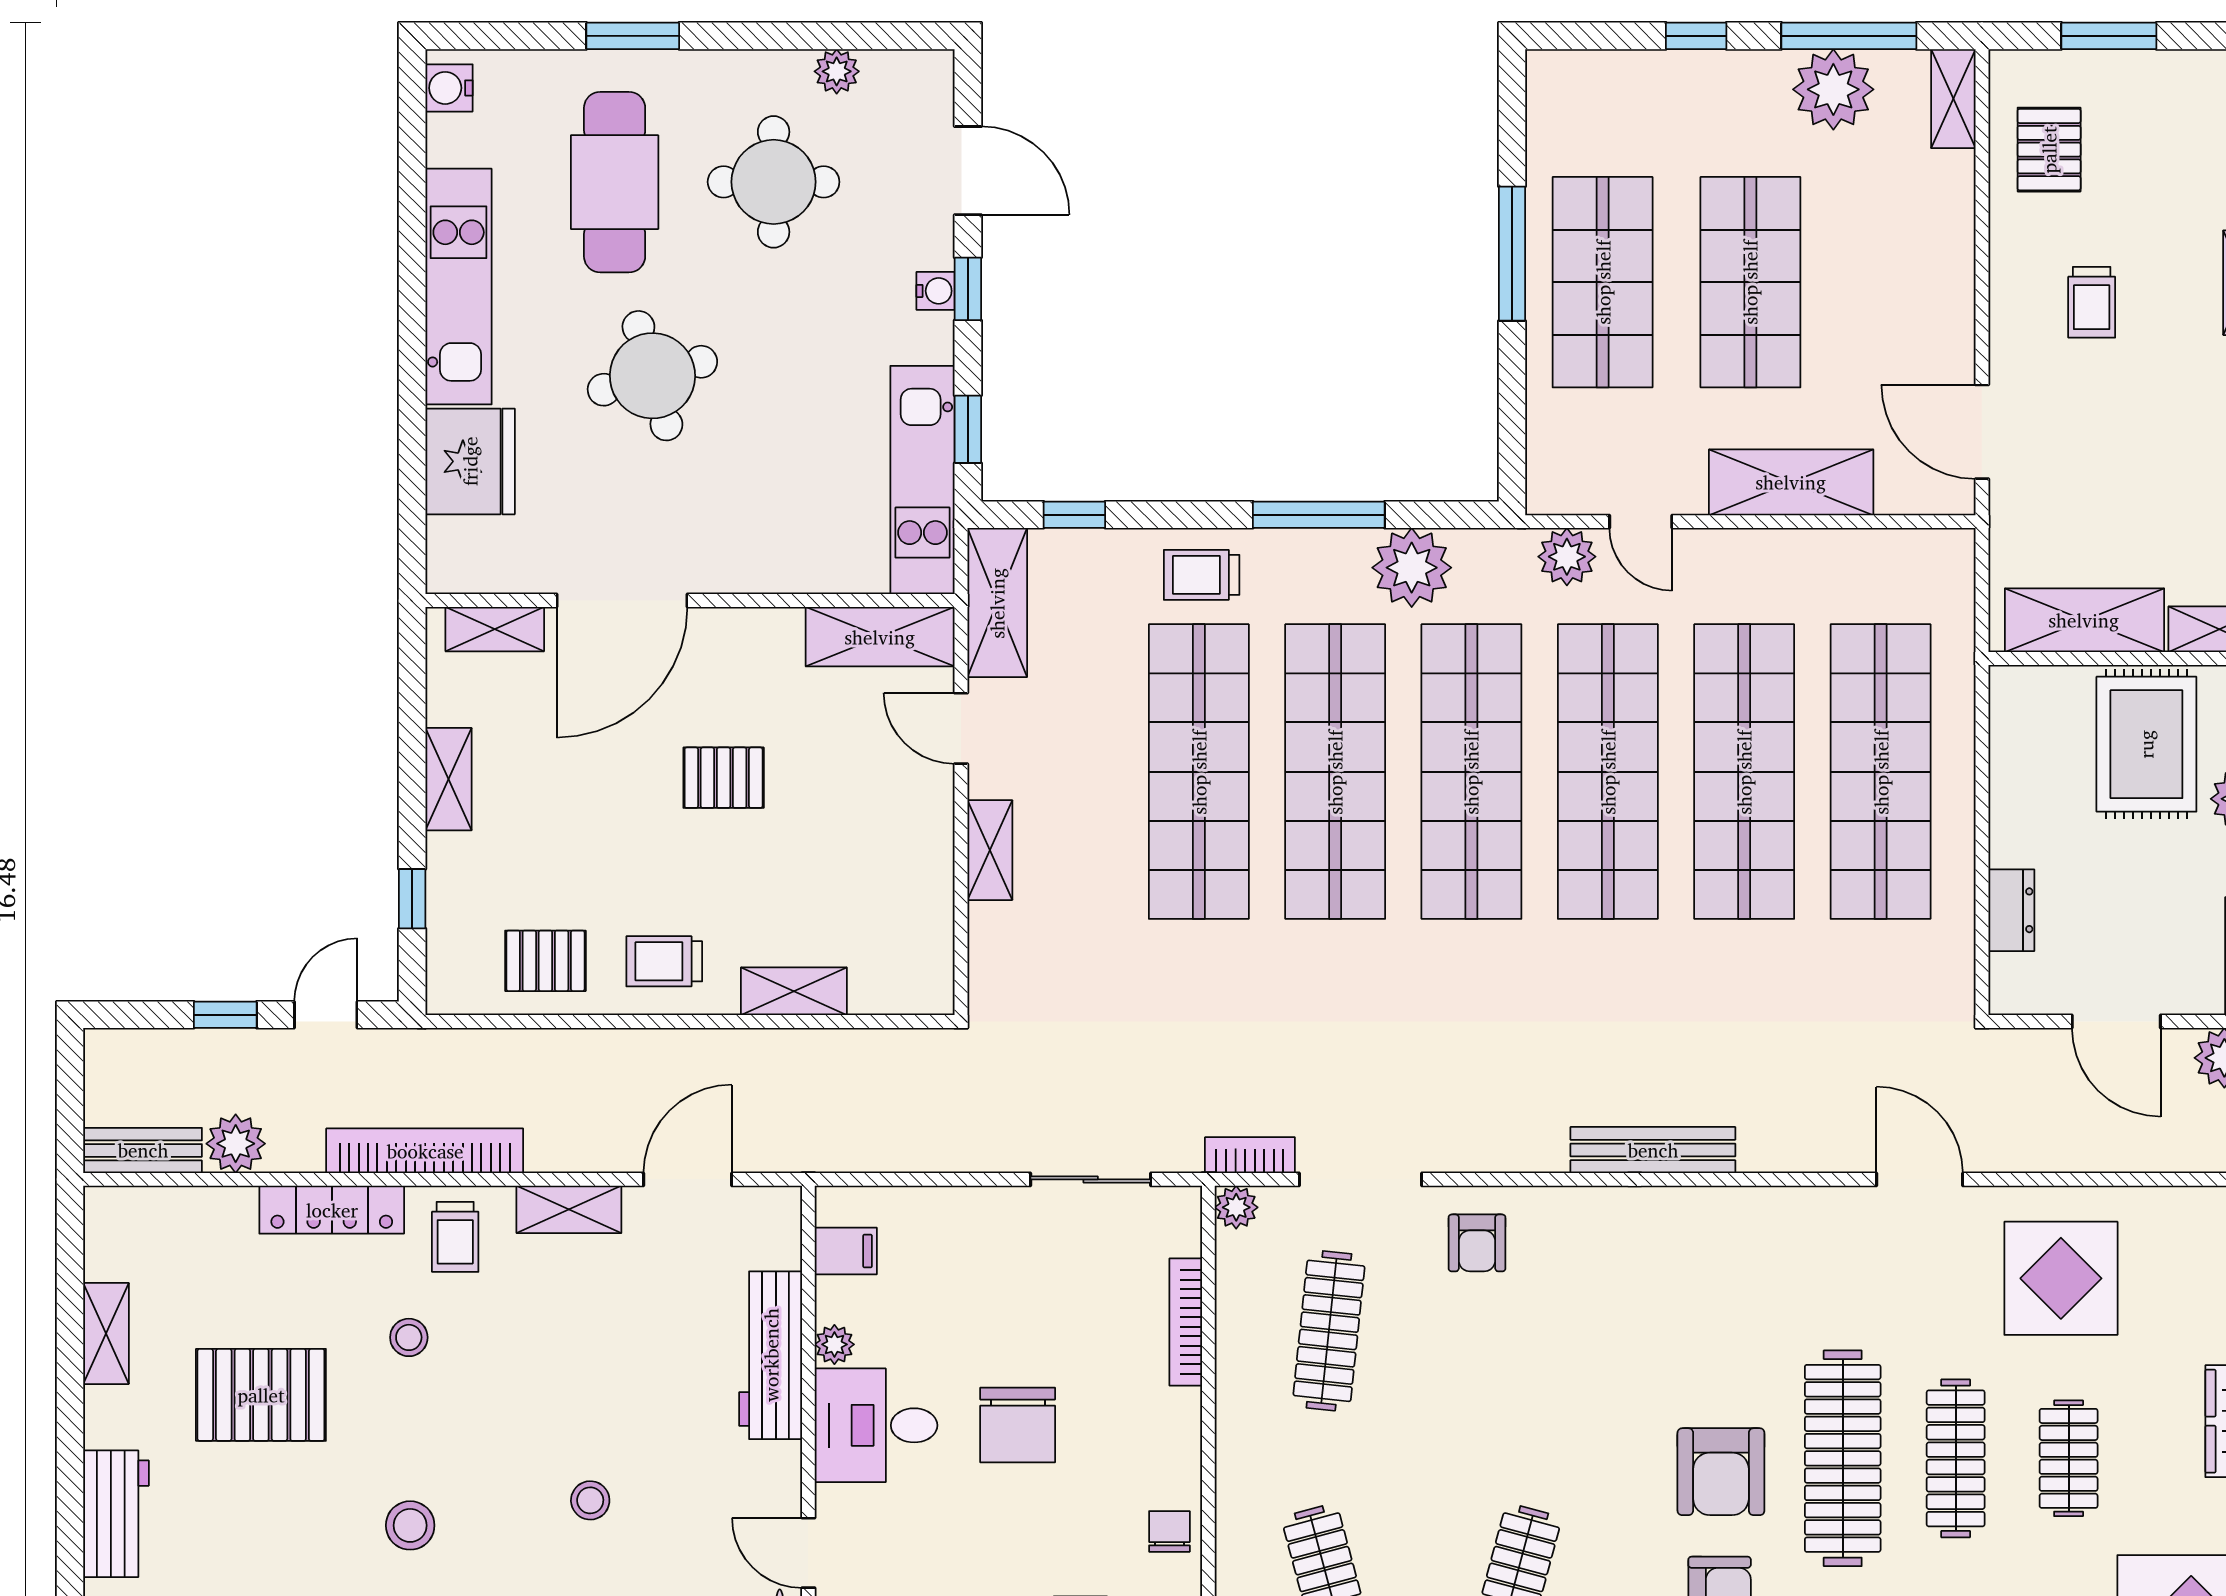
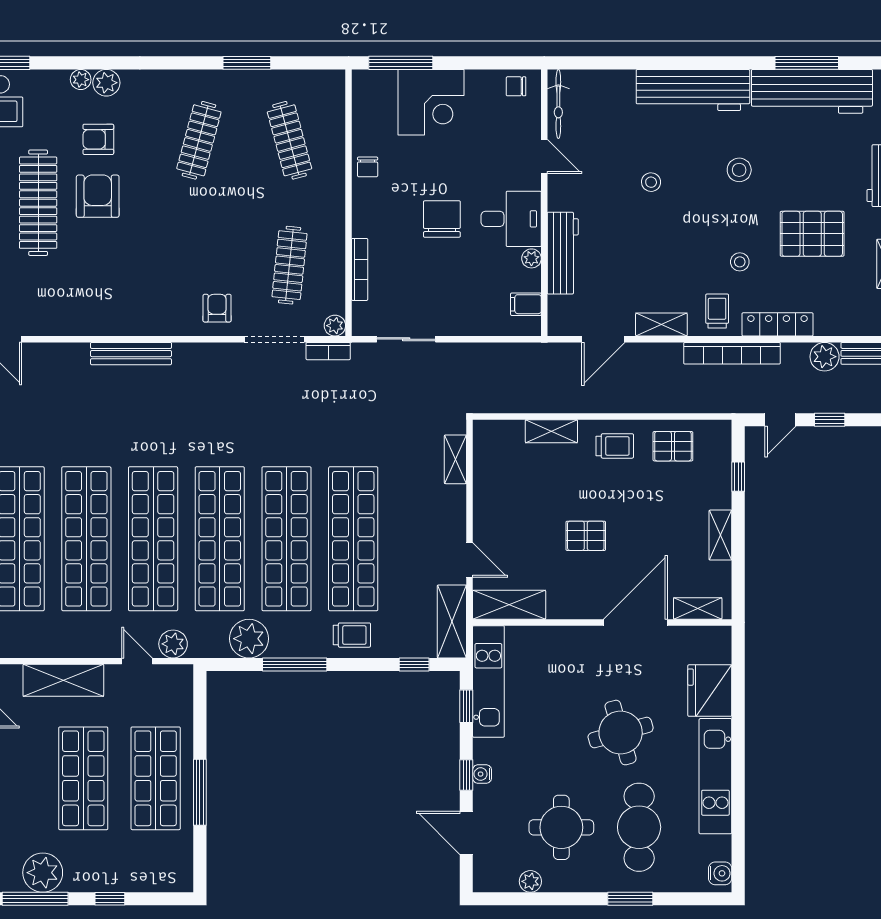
shelving: (990, 850) -> (455, 459), moved

